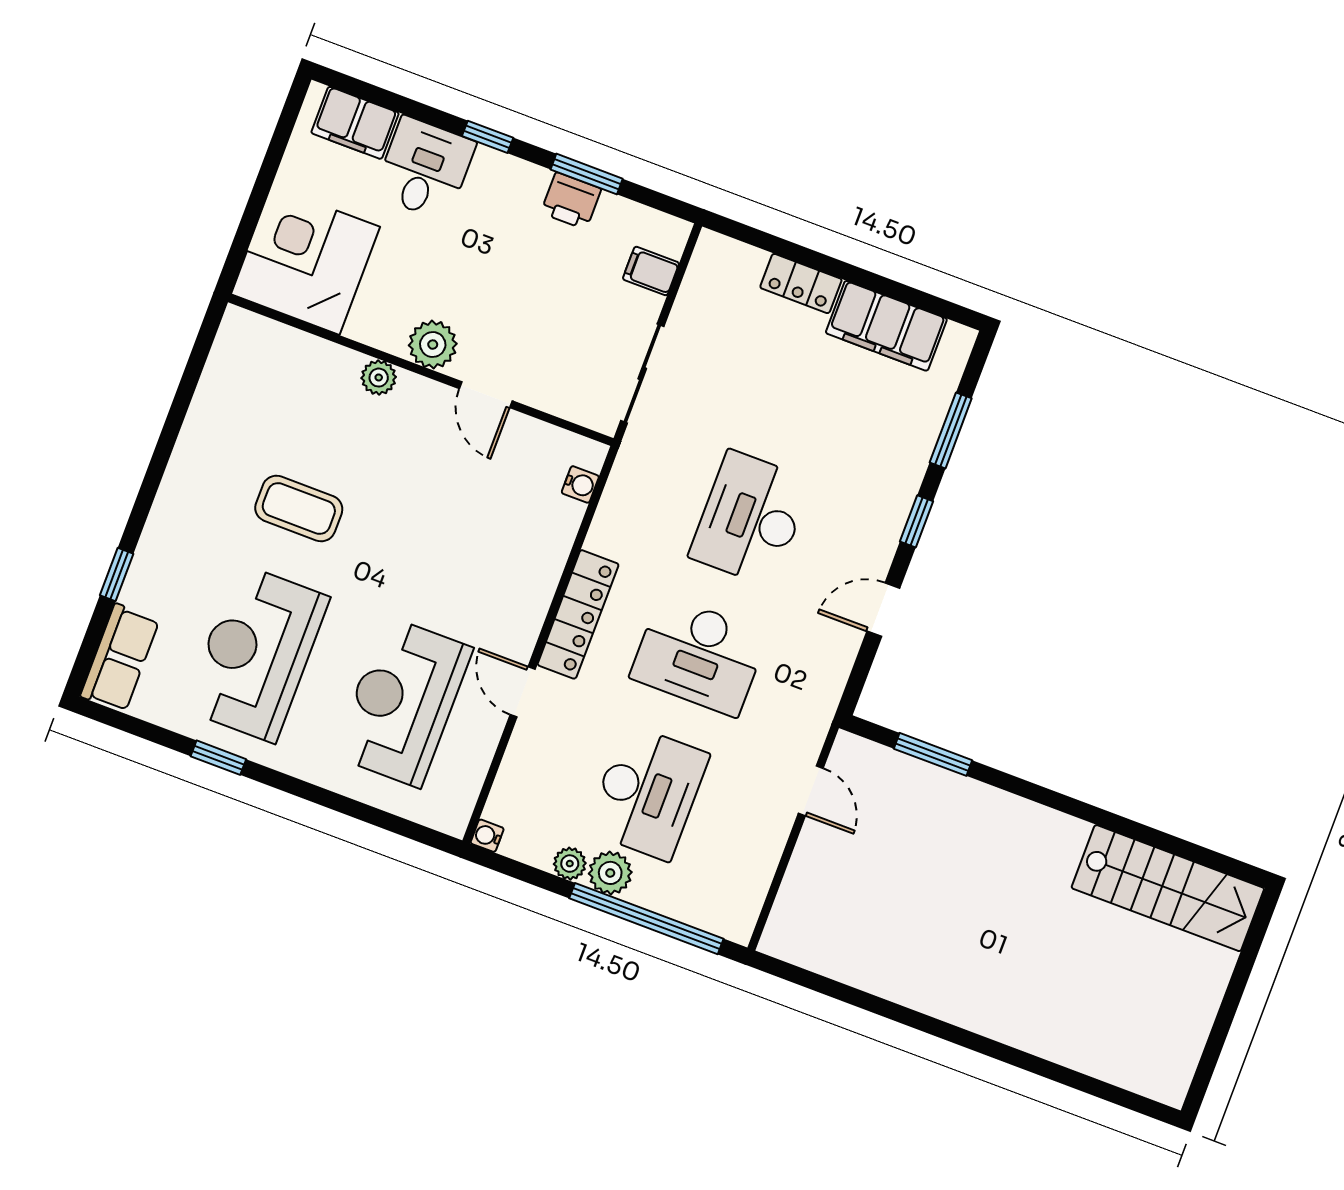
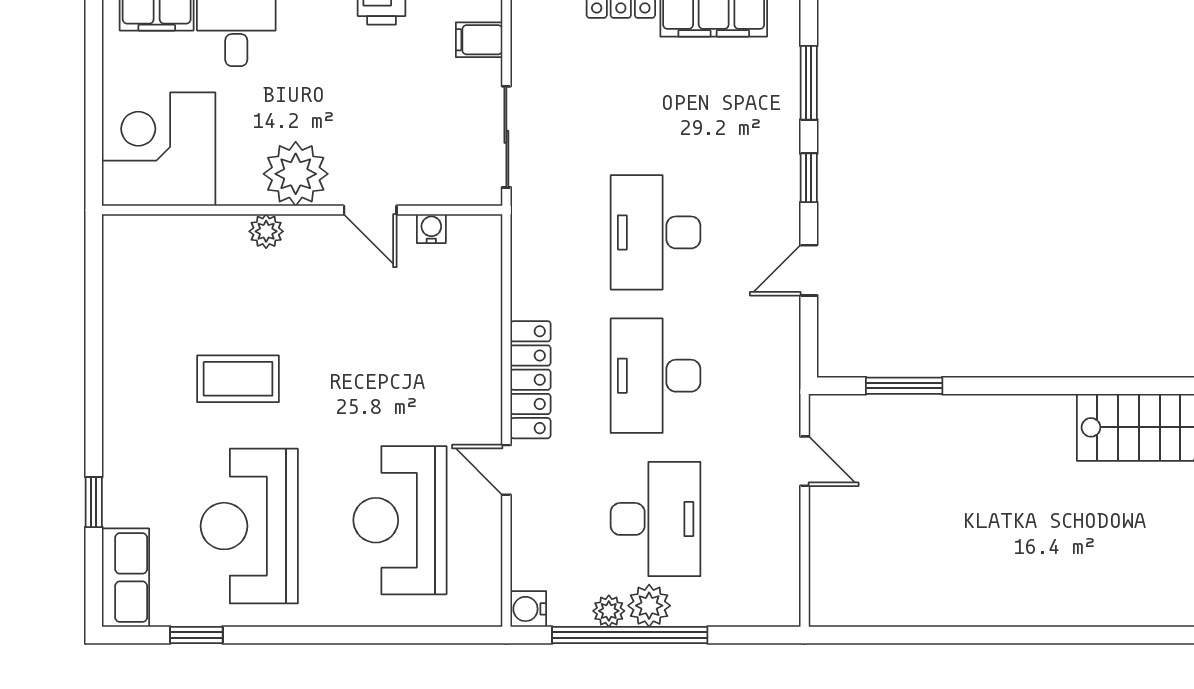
plant: (433, 345) -> (296, 174), width x1.36, depth x1.36
water cooler: (580, 484) -> (431, 229), moved, turned -90
desk: (699, 655) -> (656, 376), turned 90
window: (218, 758) -> (196, 635), moved
water cooler: (487, 836) -> (528, 609), width x1.38, depth x1.38
window: (646, 919) -> (630, 635), moved

